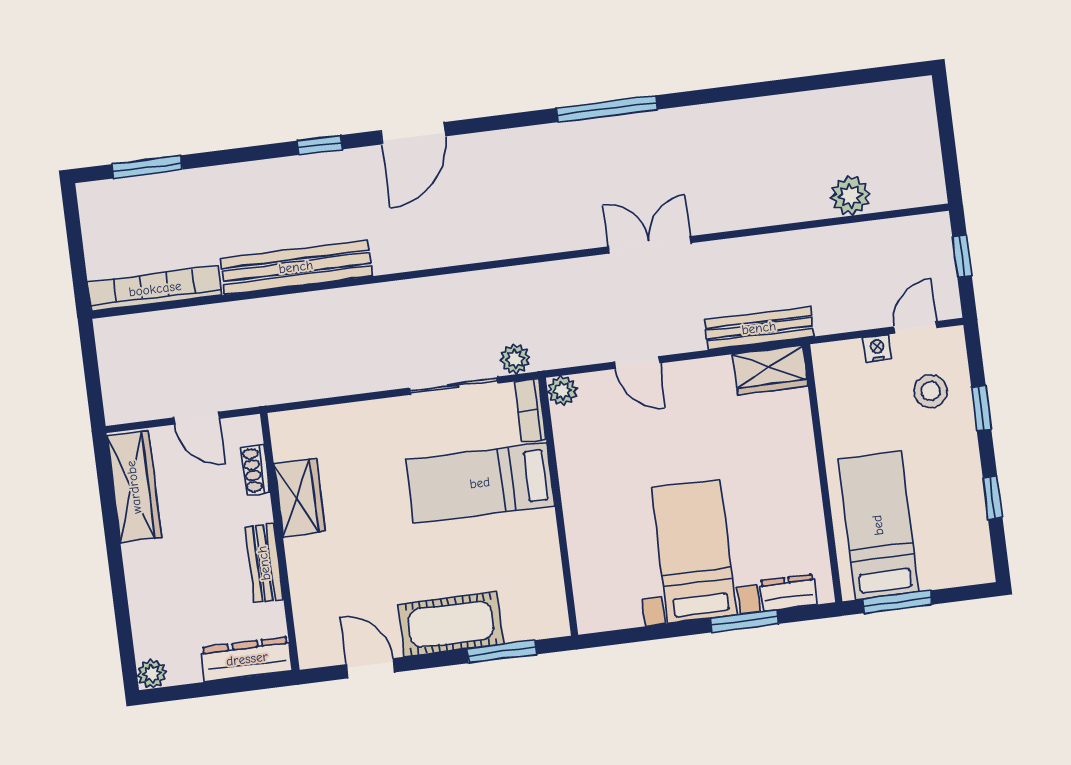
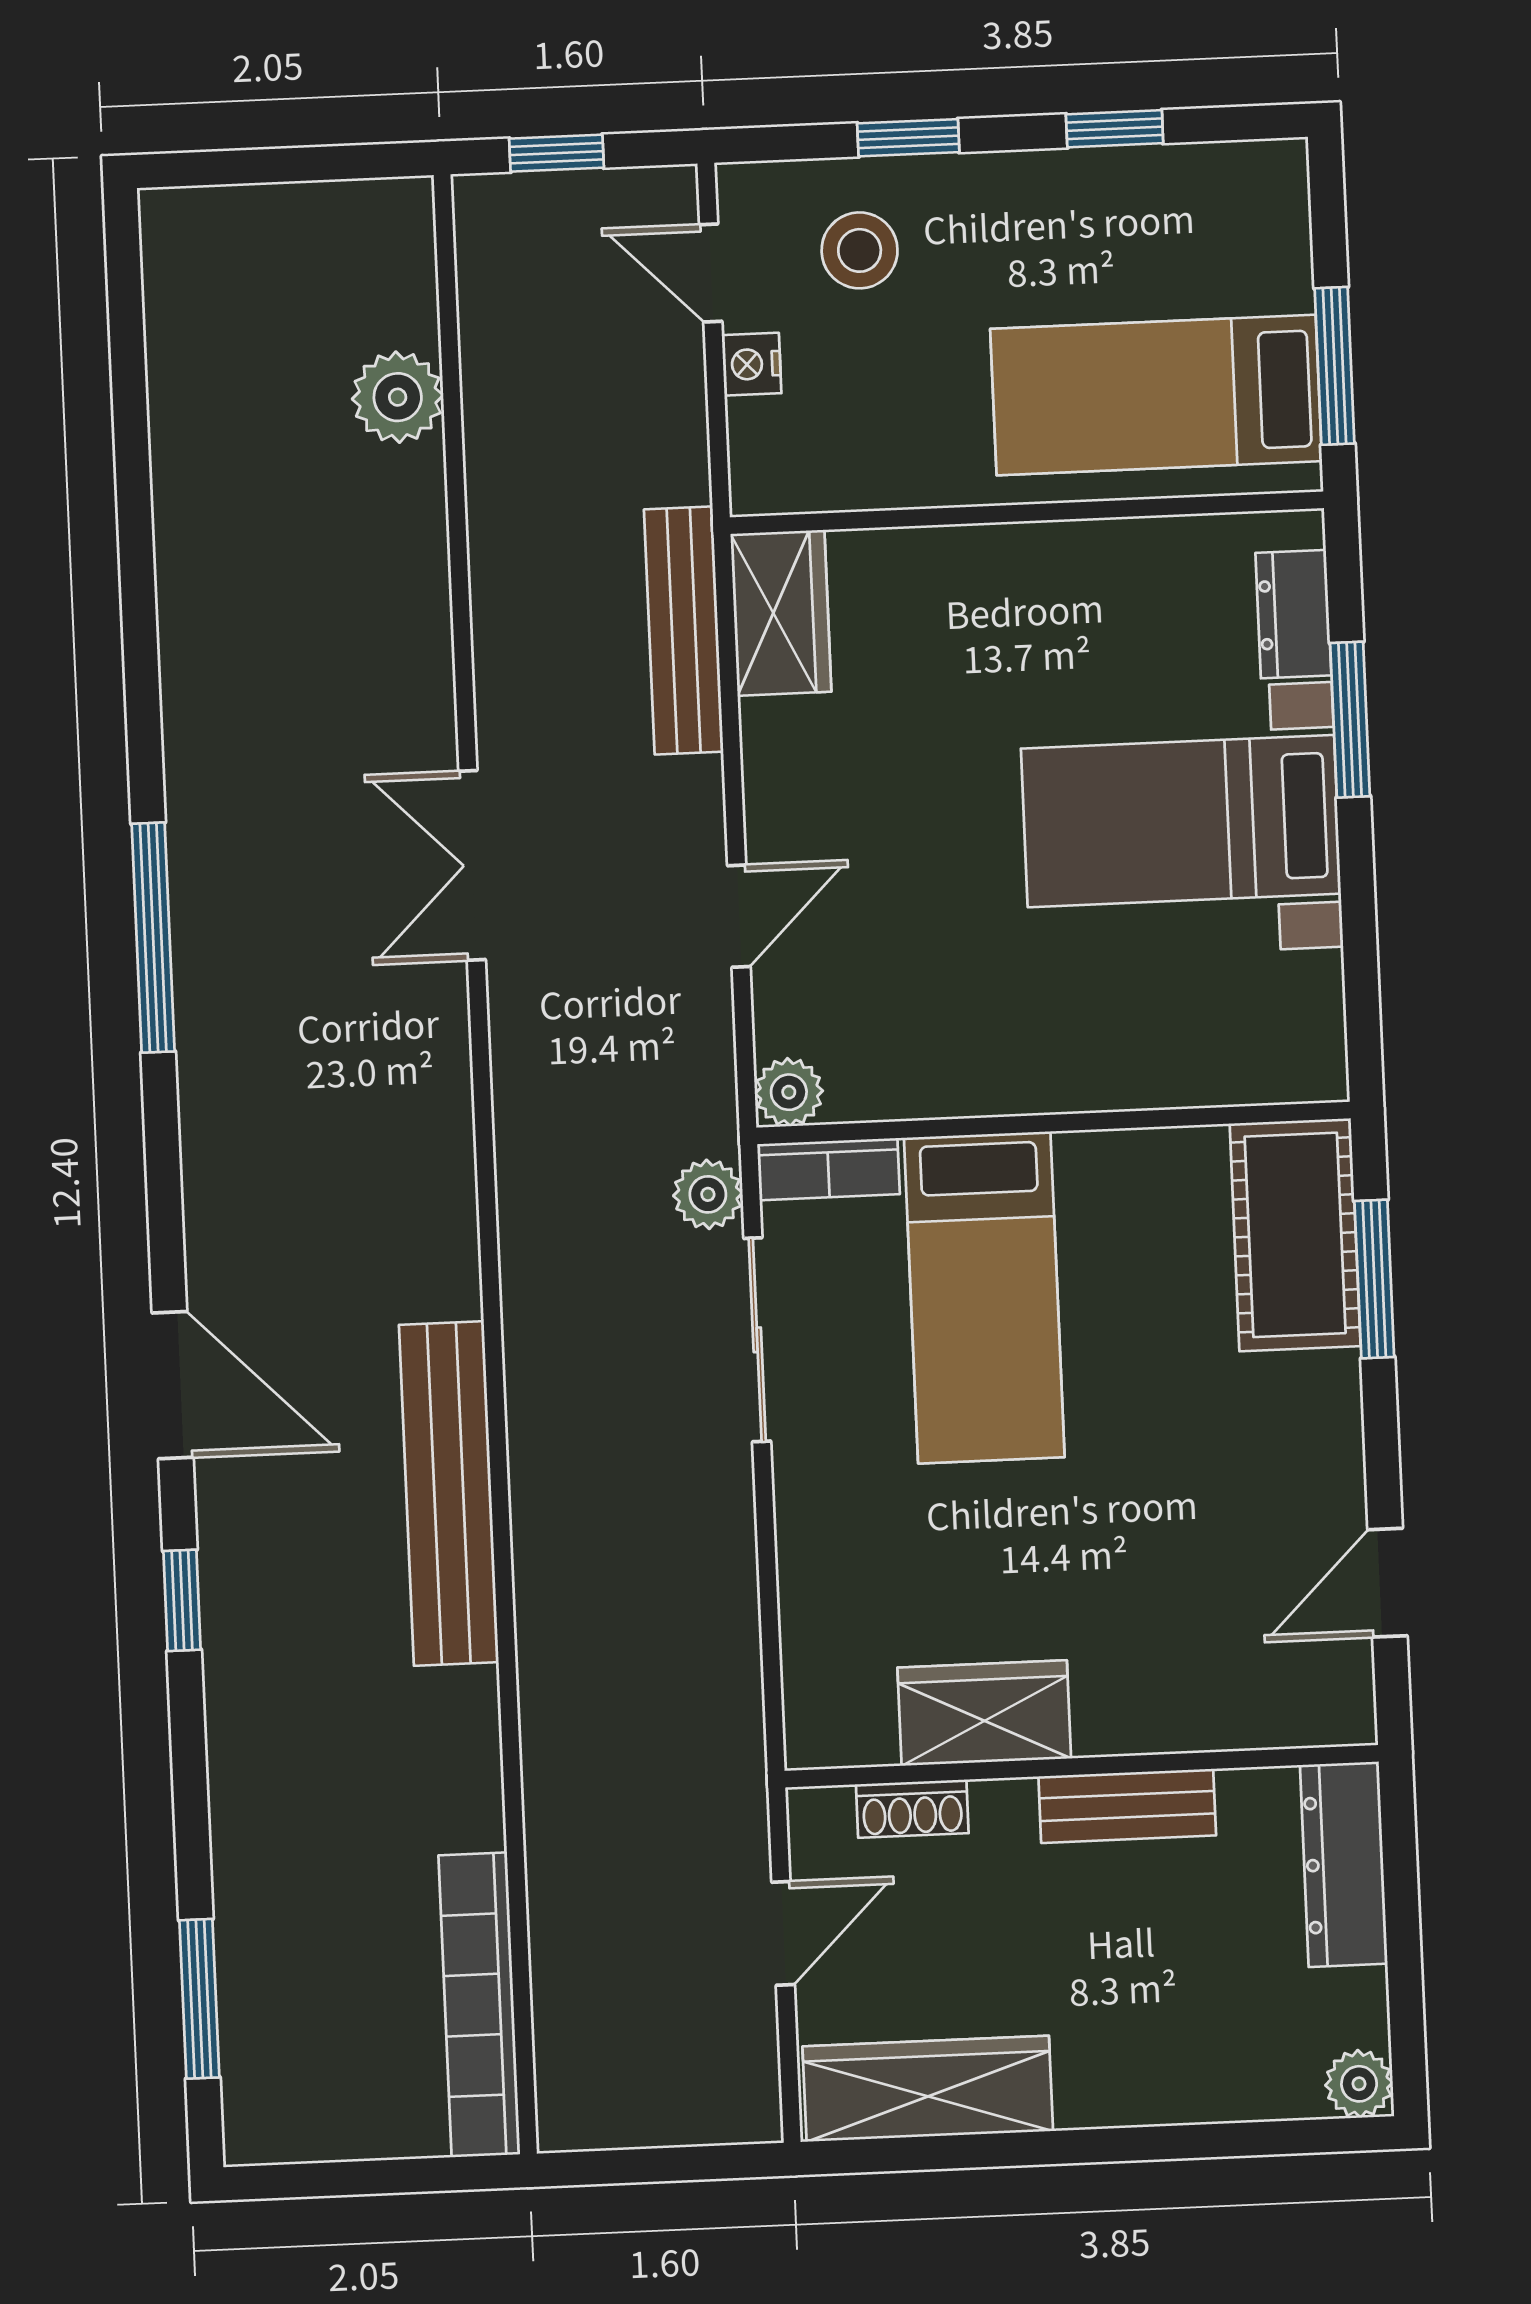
bench: (296, 267) -> (449, 1493), moved
cot: (451, 624) -> (1295, 1235), moved

